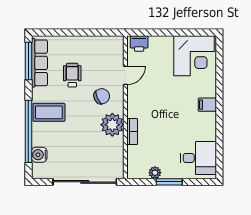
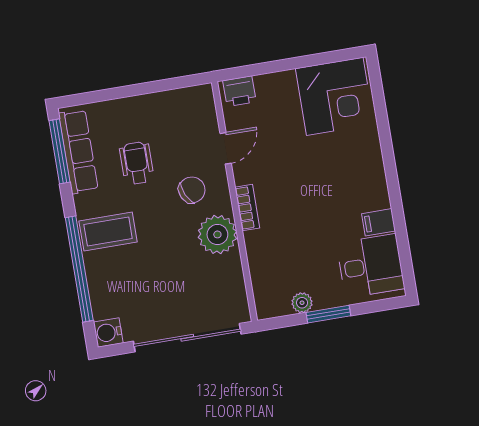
filing cabinet: (207, 105) -> (379, 222), moved
bookcase: (132, 132) -> (247, 208), moved
water cooler: (39, 155) -> (108, 332), moved

